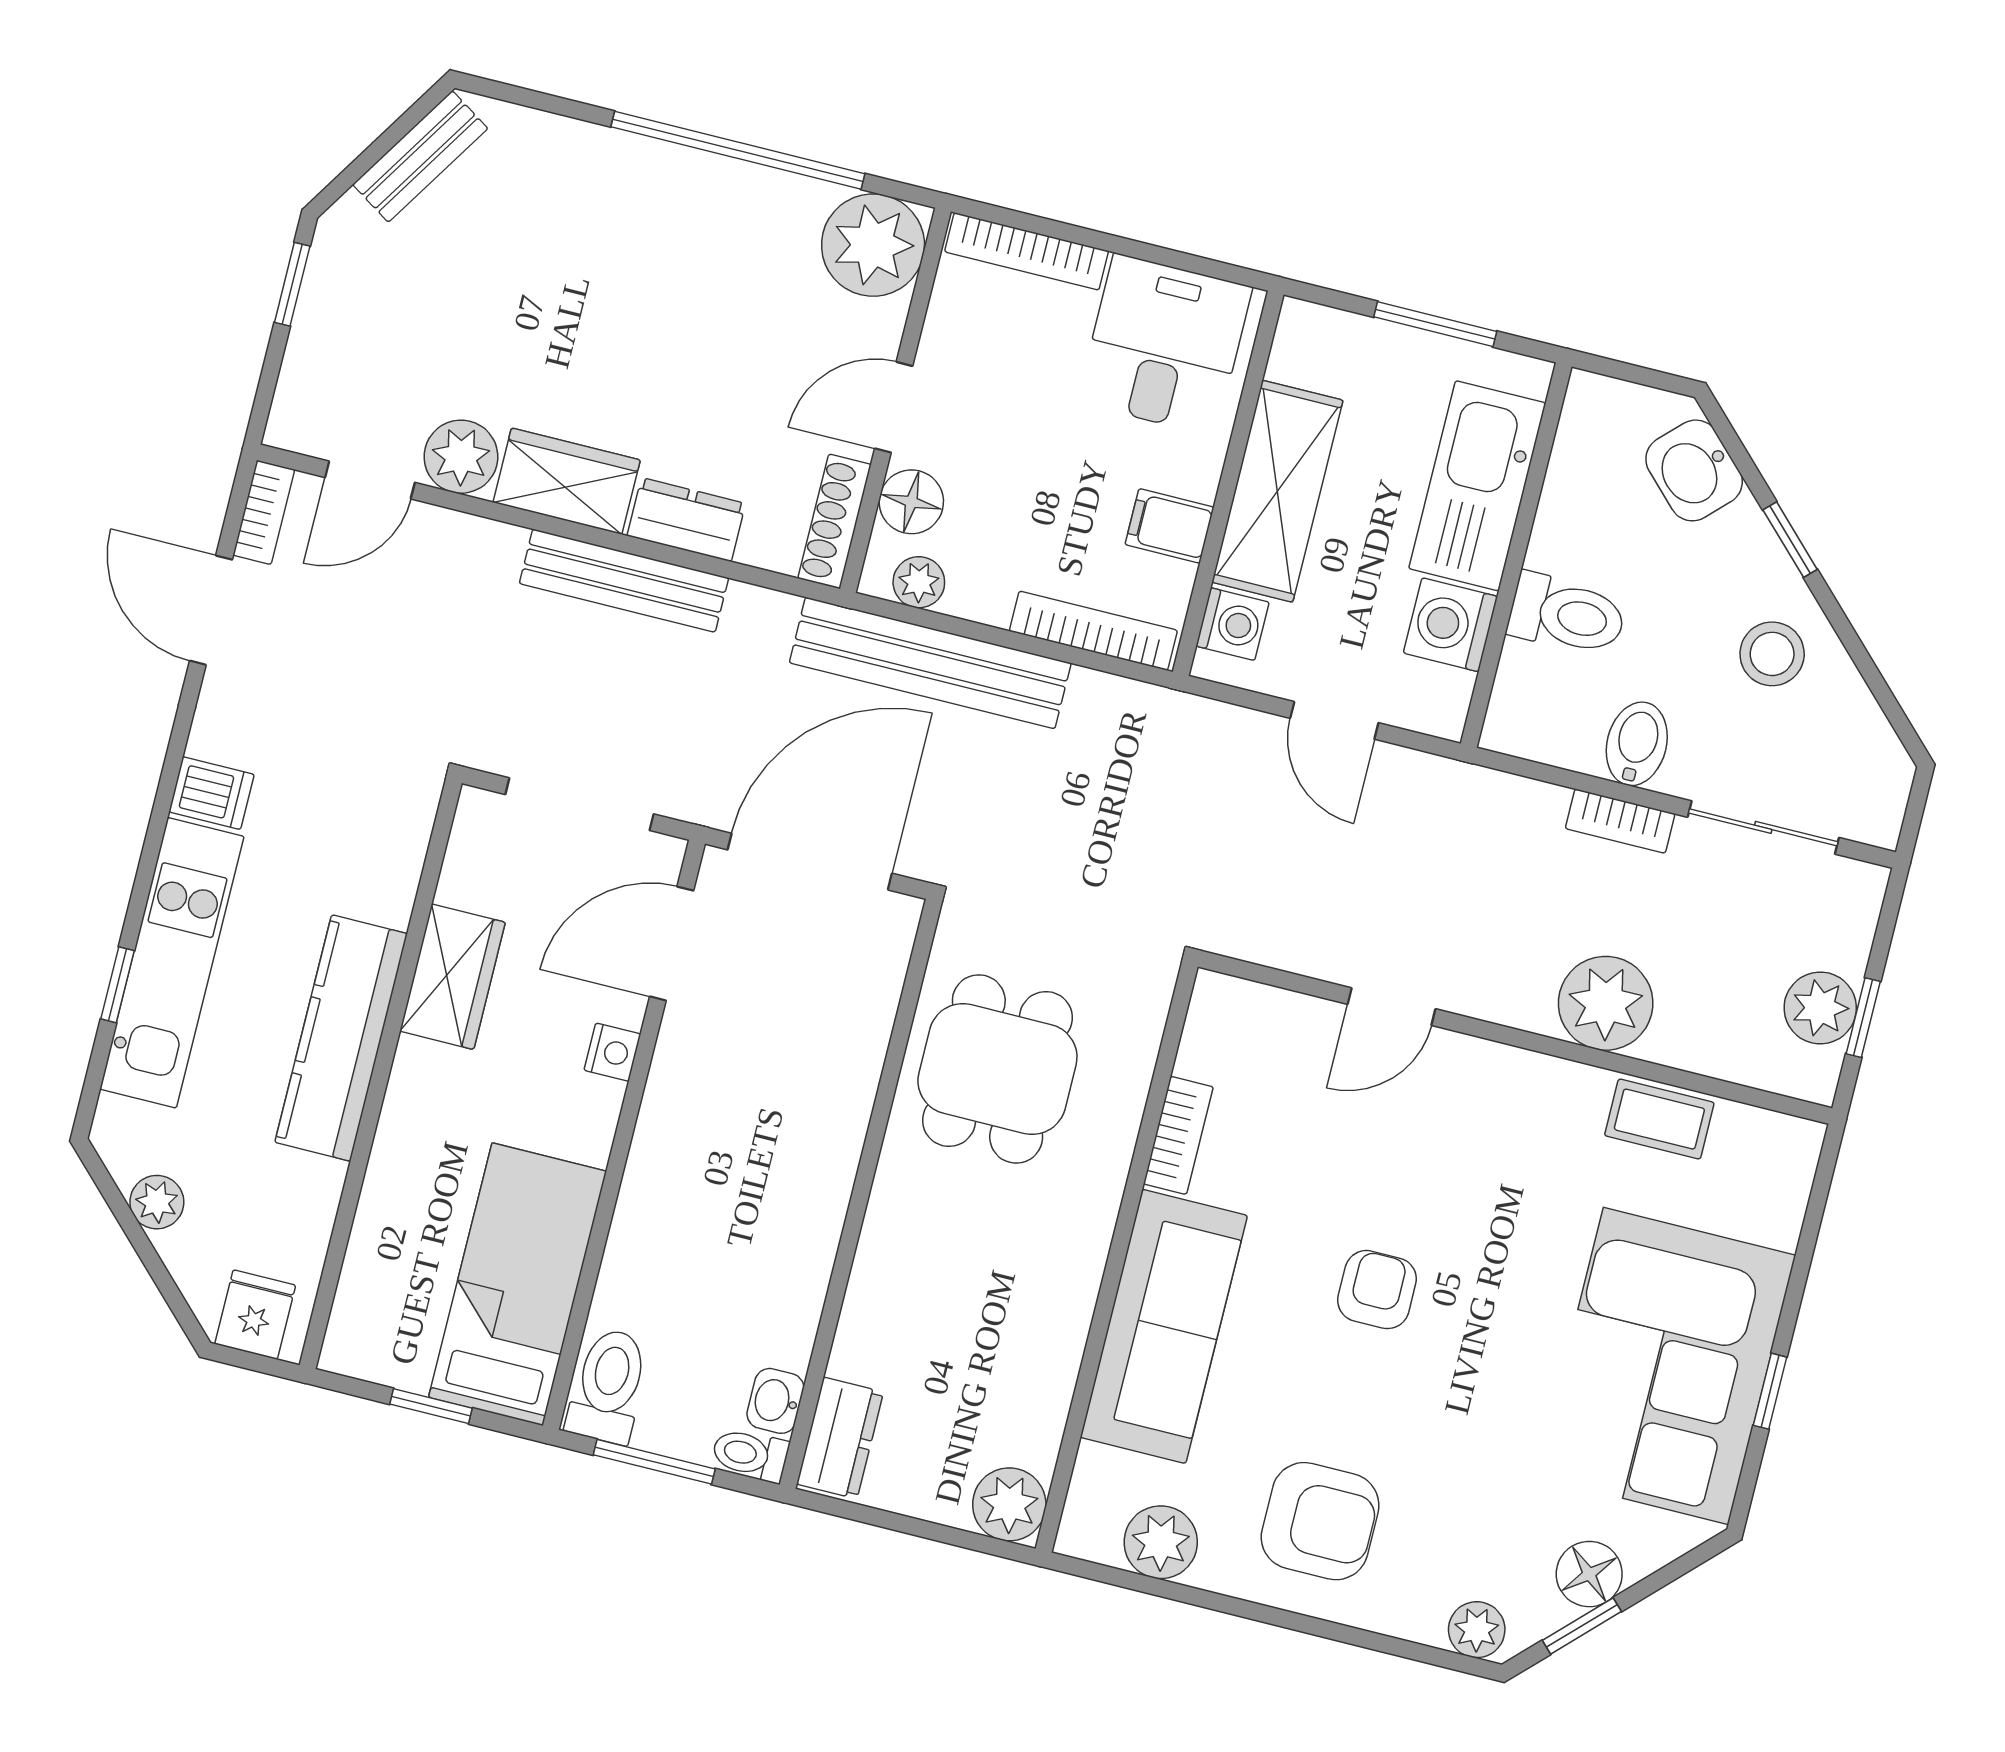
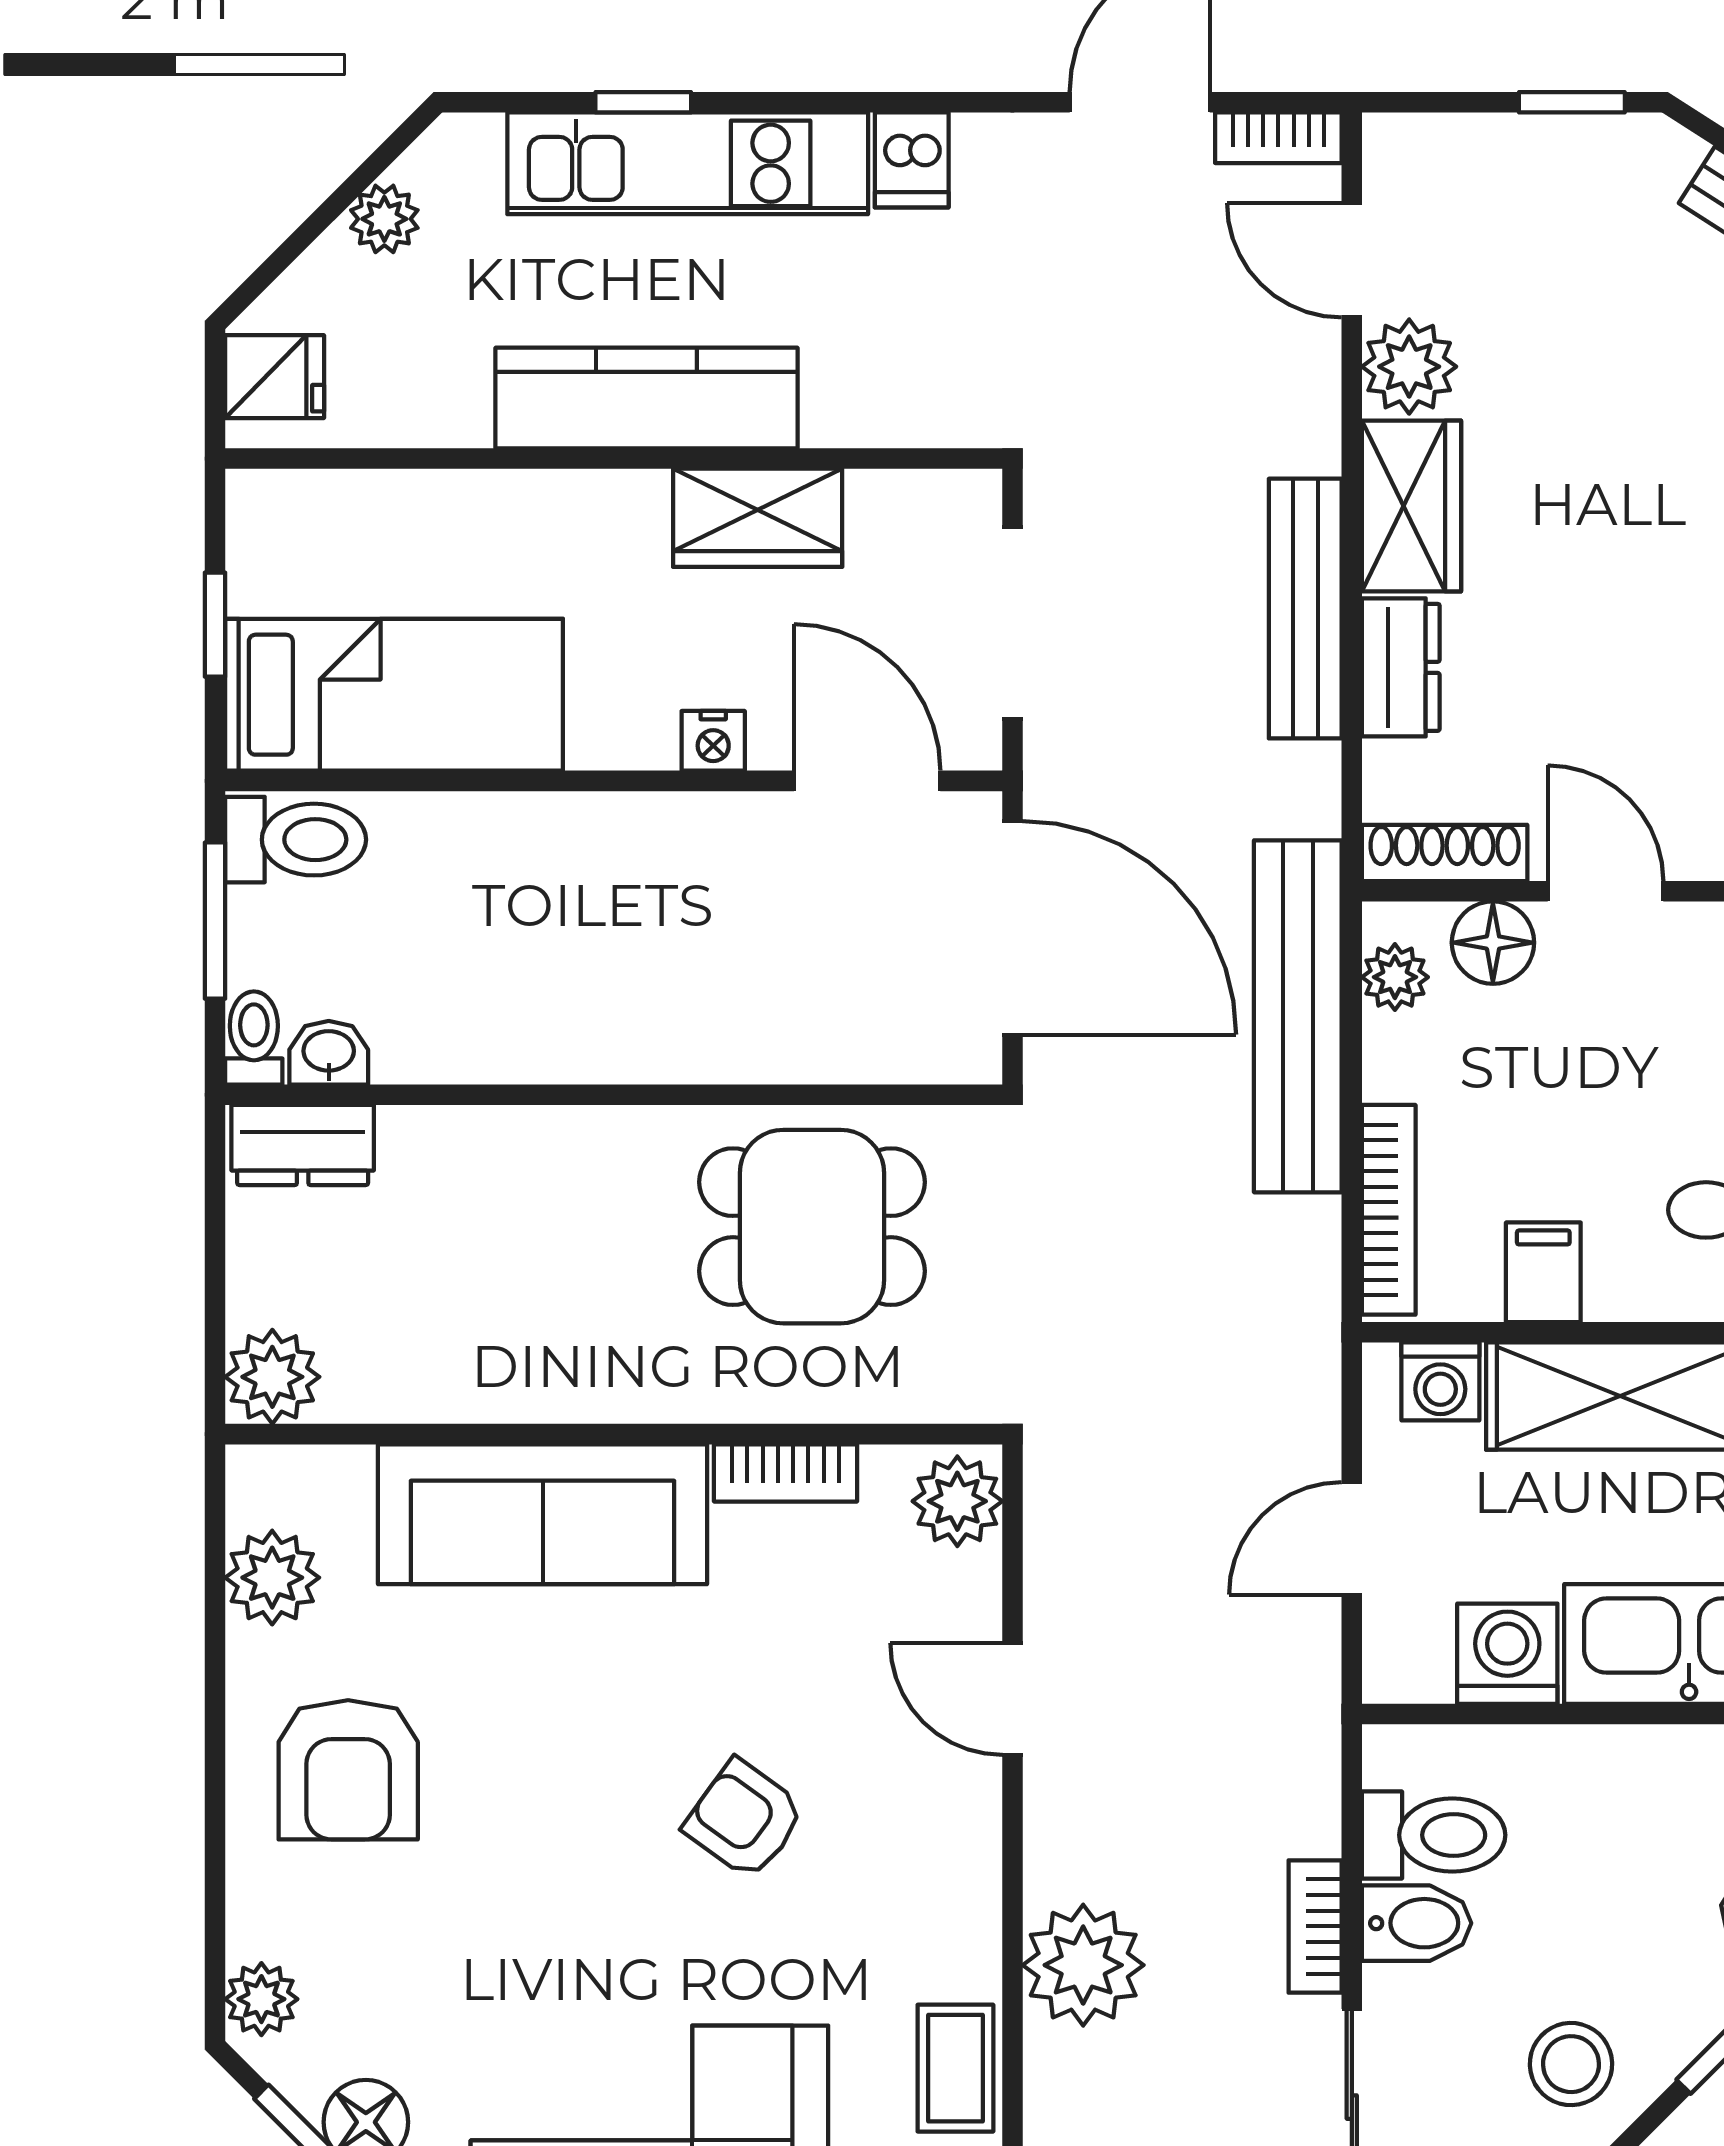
toilet: (1567, 615) -> (1434, 1835), moved, turned -90
plant: (1232, 1011) -> (957, 1501), added
armchair: (1377, 1290) -> (744, 1819), moved, turned -144

